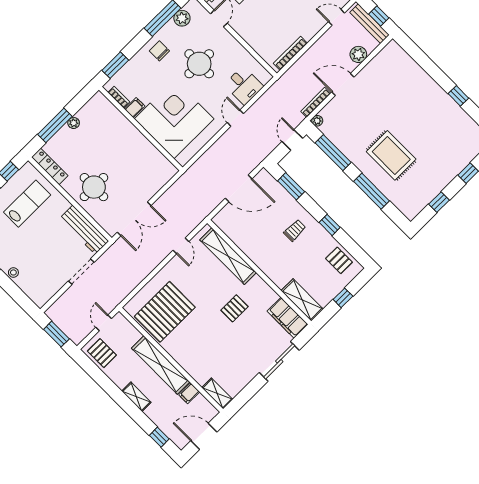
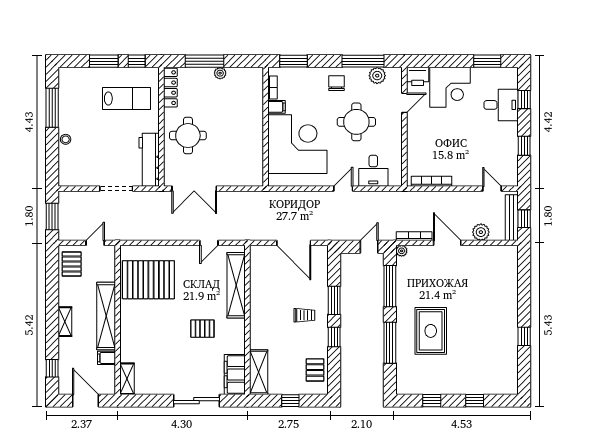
window: (291, 186) -> (334, 300), moved

